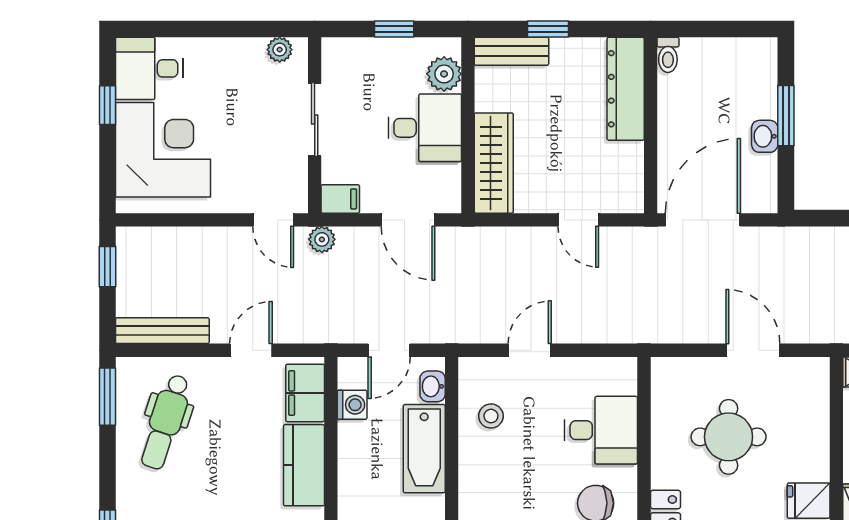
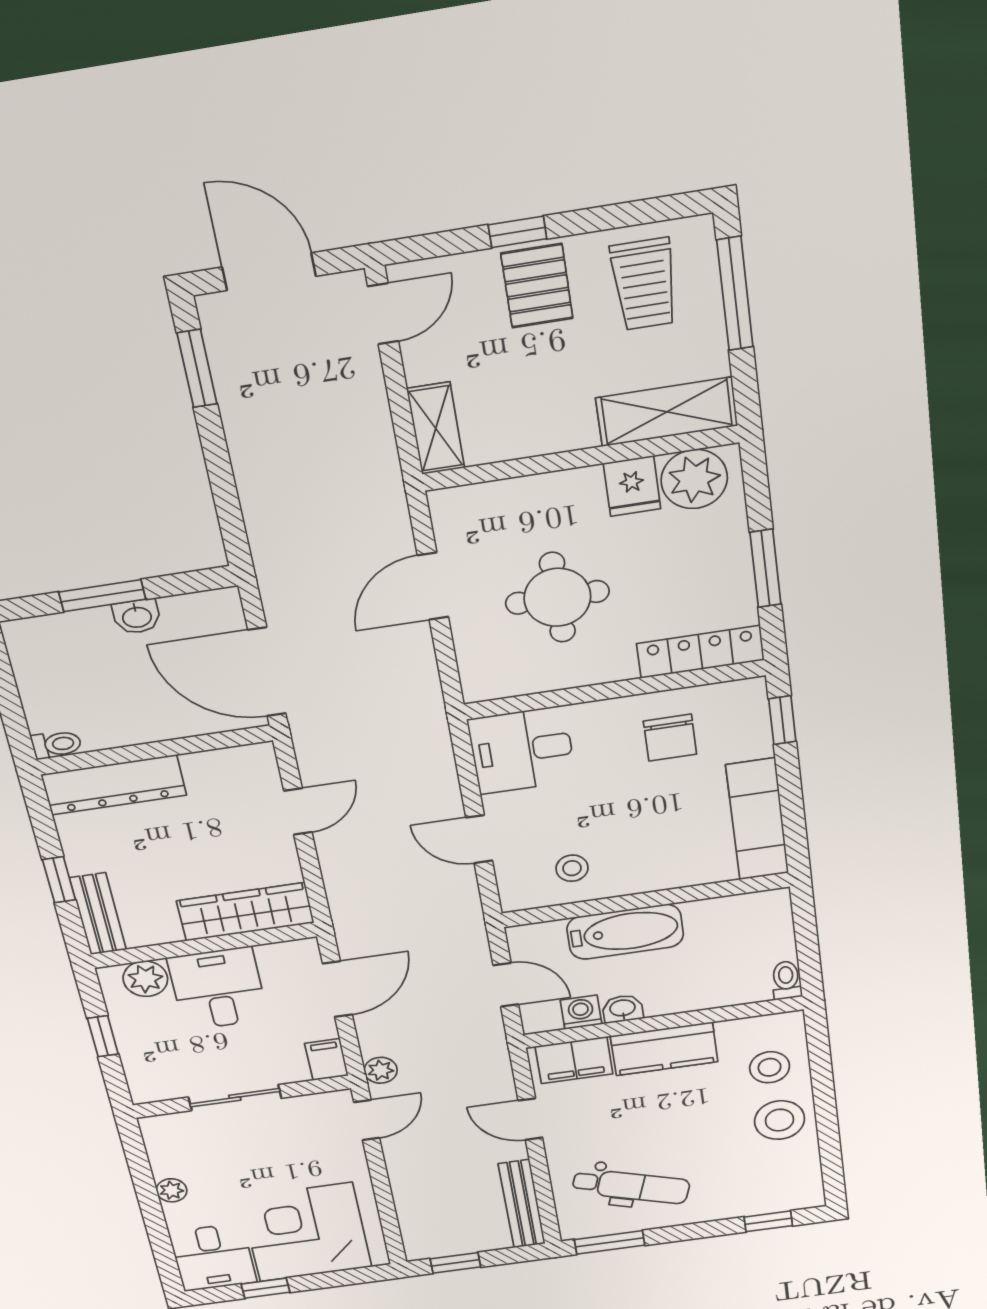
plant: (280, 50) -> (172, 1190), moved
washbasin: (433, 386) -> (623, 1009), moved, turned 180
desk: (601, 430) -> (522, 750), moved, turned -90

